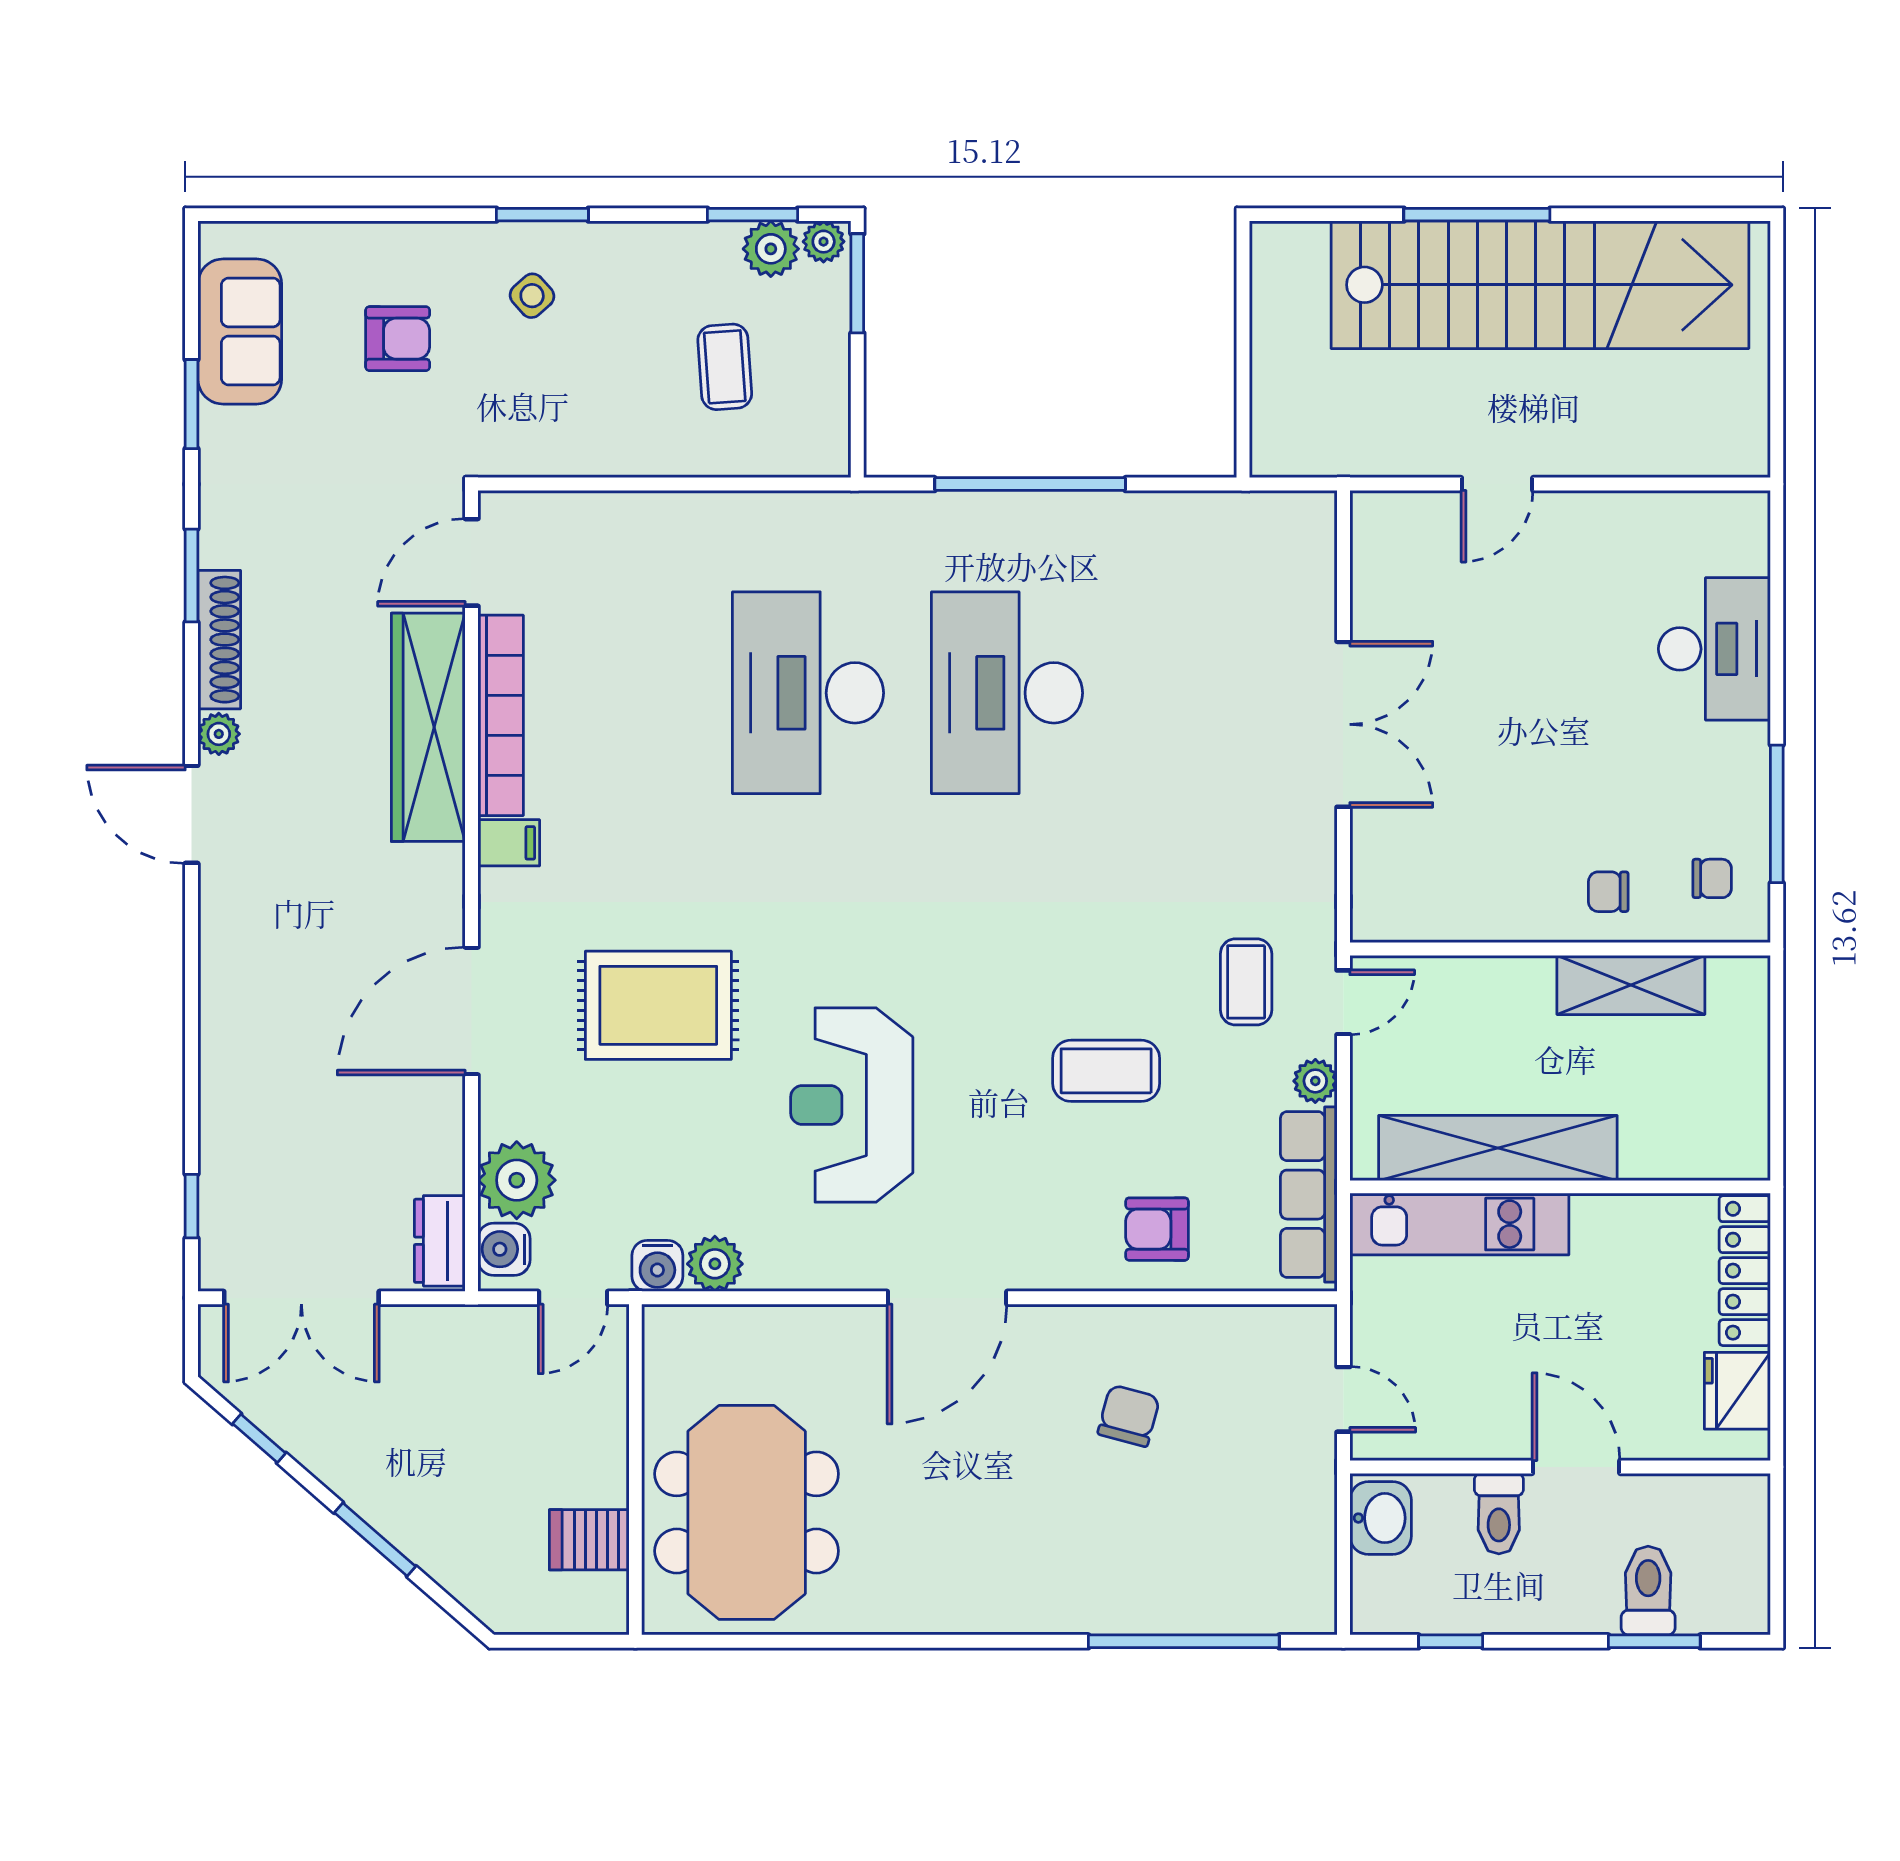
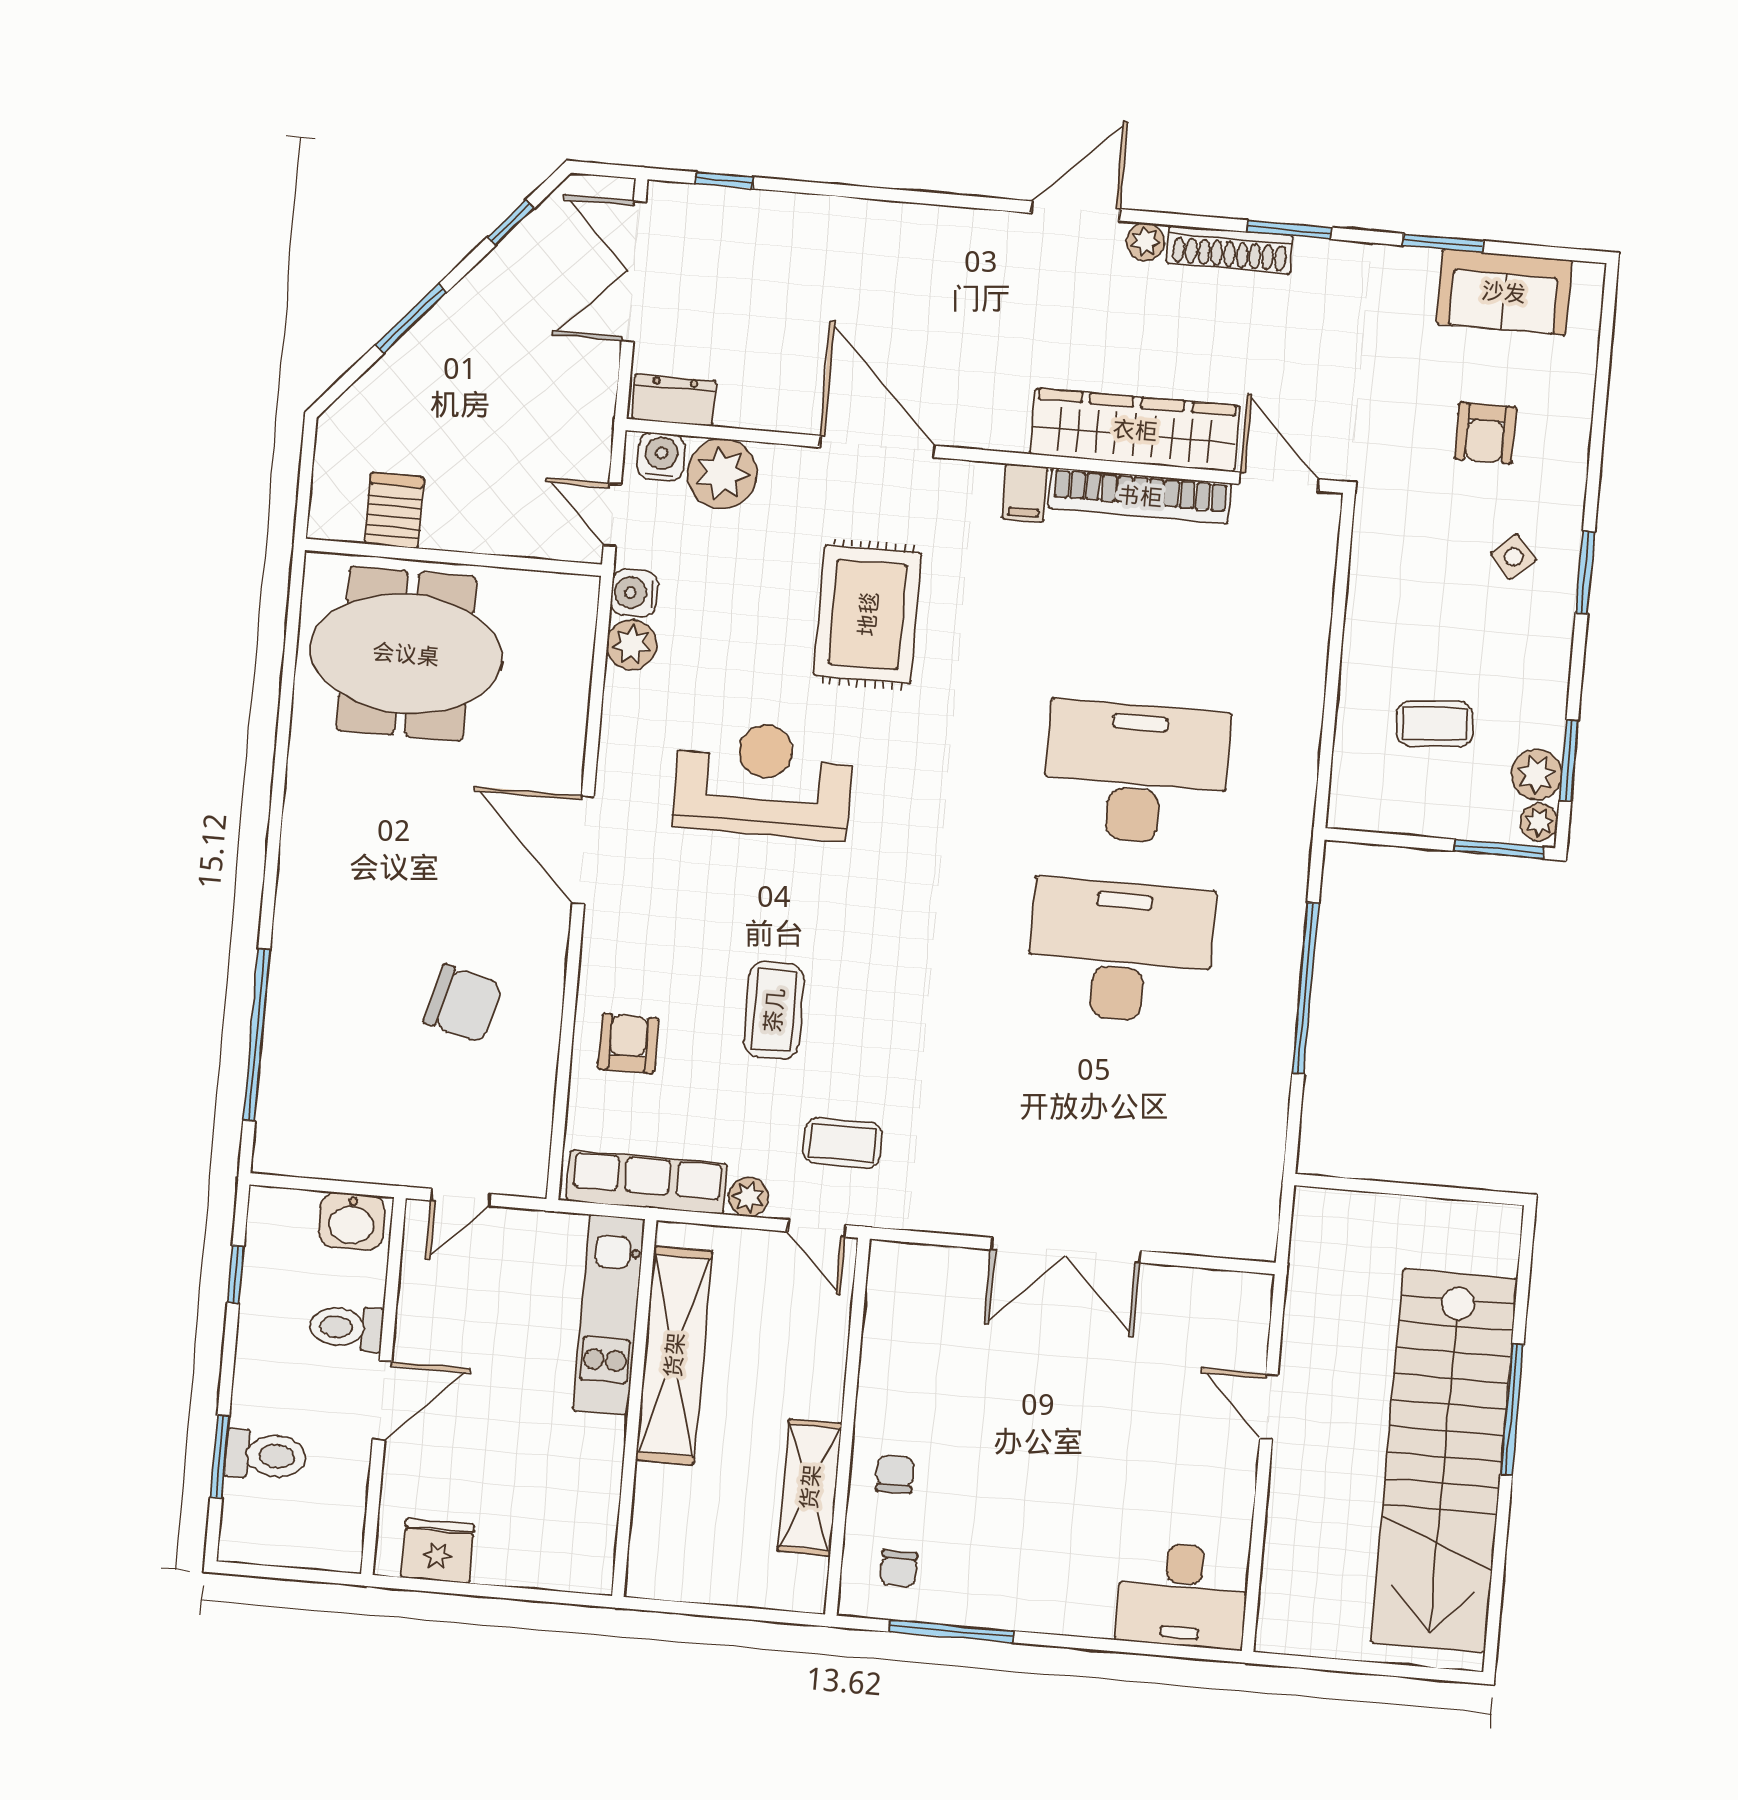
desk: (1714, 649) -> (1182, 1595), moved
locker: (1745, 1271) -> (545, 1567), removed
chair: (1129, 1416) -> (463, 1004), width x1.37, depth x1.37

